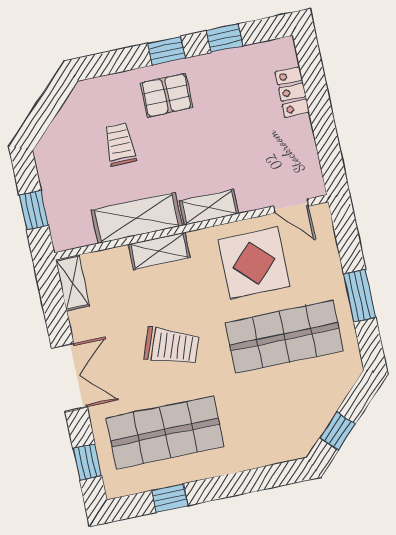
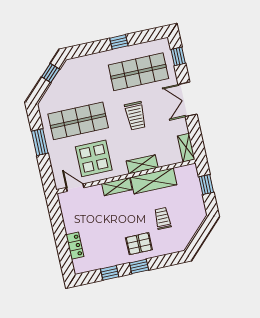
trolley: (120, 144) -> (163, 218), turned 180
trolley: (172, 346) -> (135, 116), turned -110
window: (170, 498) -> (119, 42), moved

